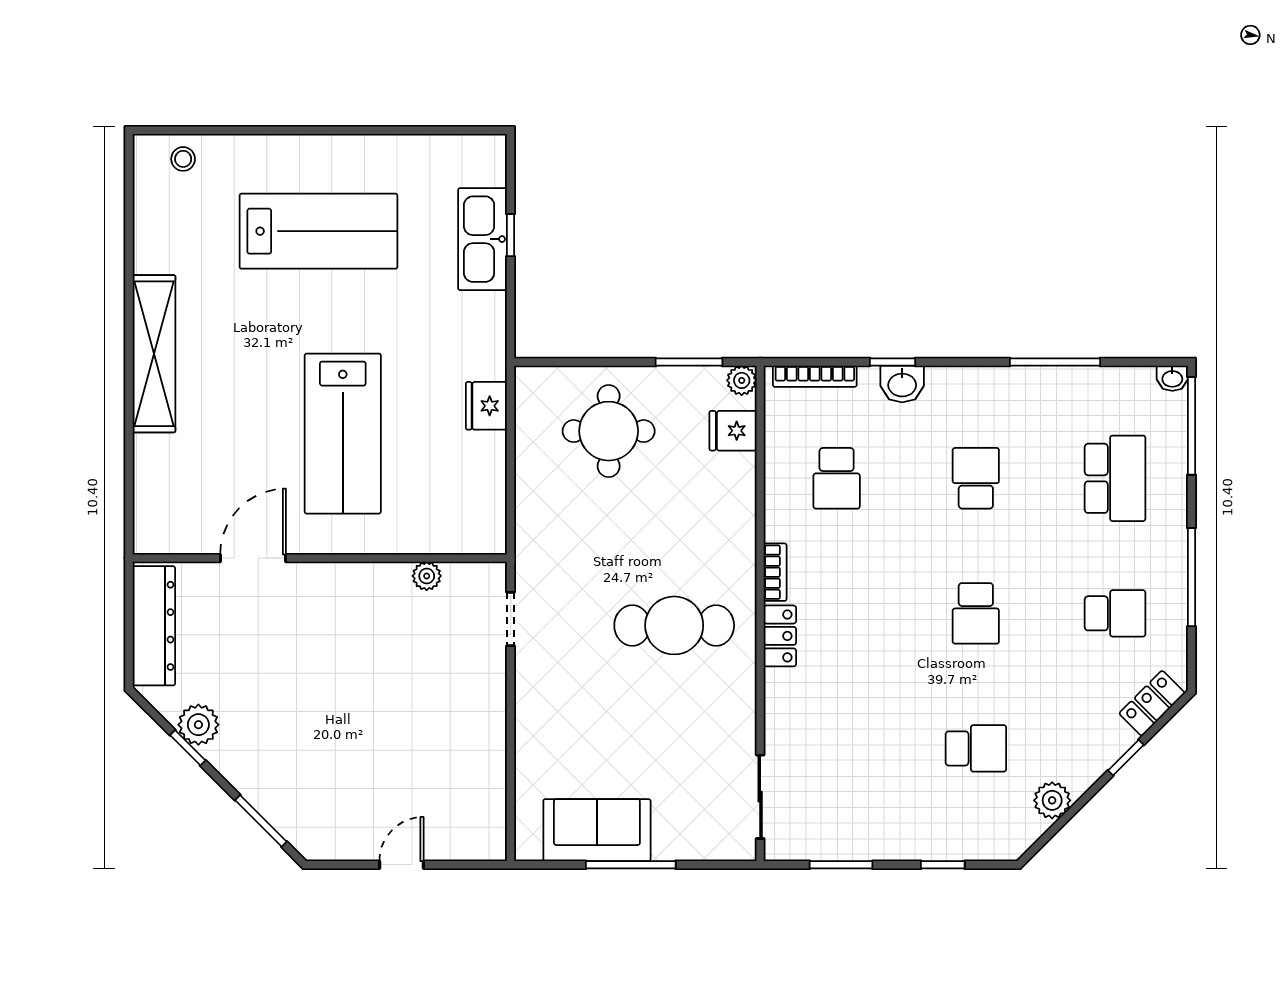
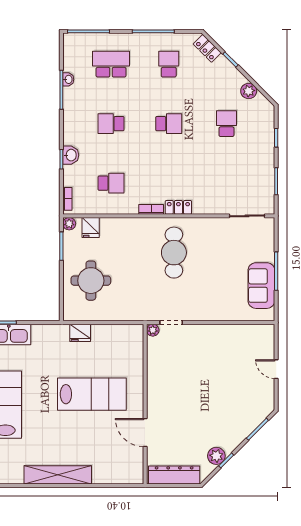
bookcase: (815, 376) -> (67, 199), width x0.64
washbasin: (1172, 378) -> (68, 79), moved
plant: (427, 576) -> (153, 330), moved

